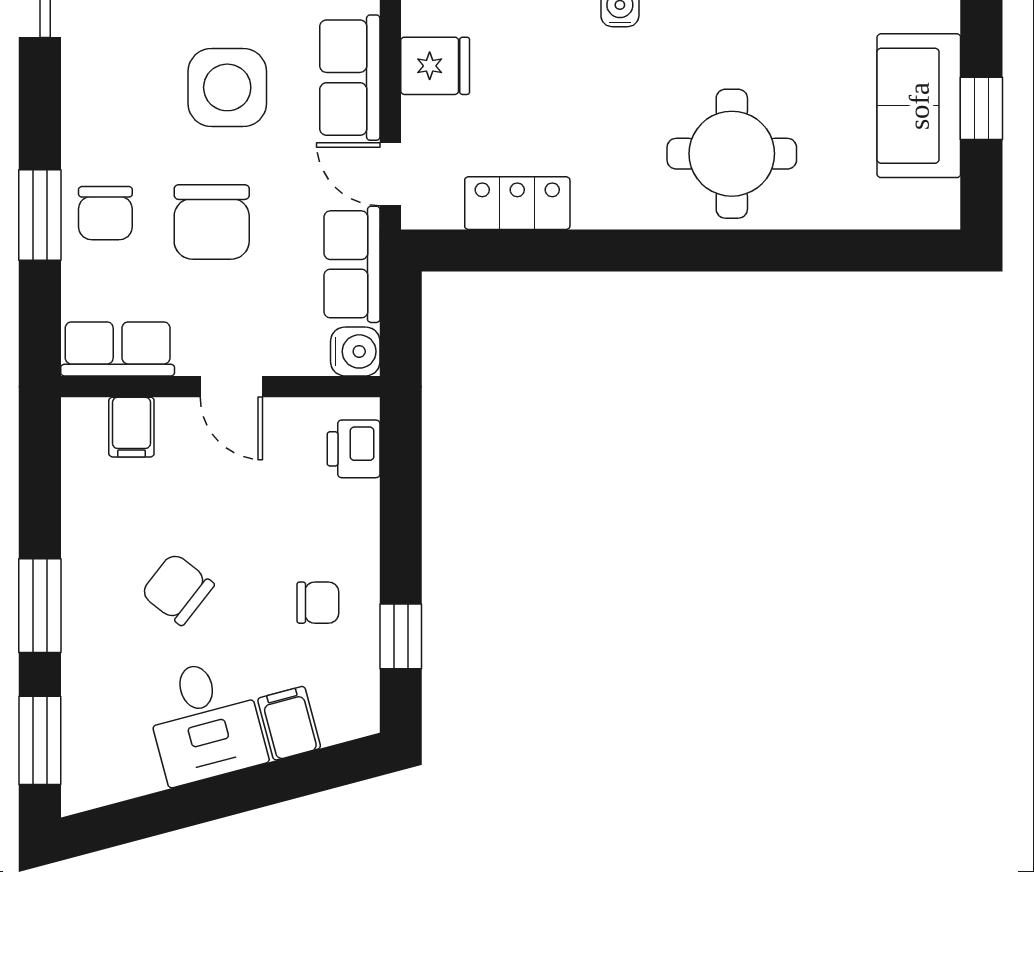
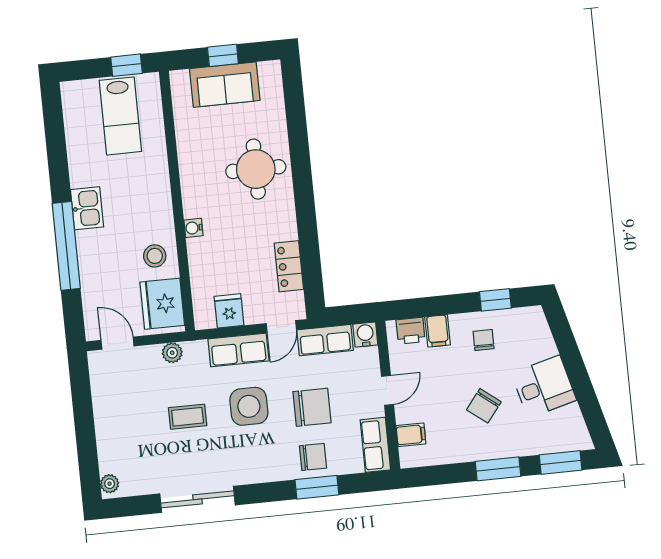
filing cabinet: (289, 723) -> (438, 331), moved, turned -75

